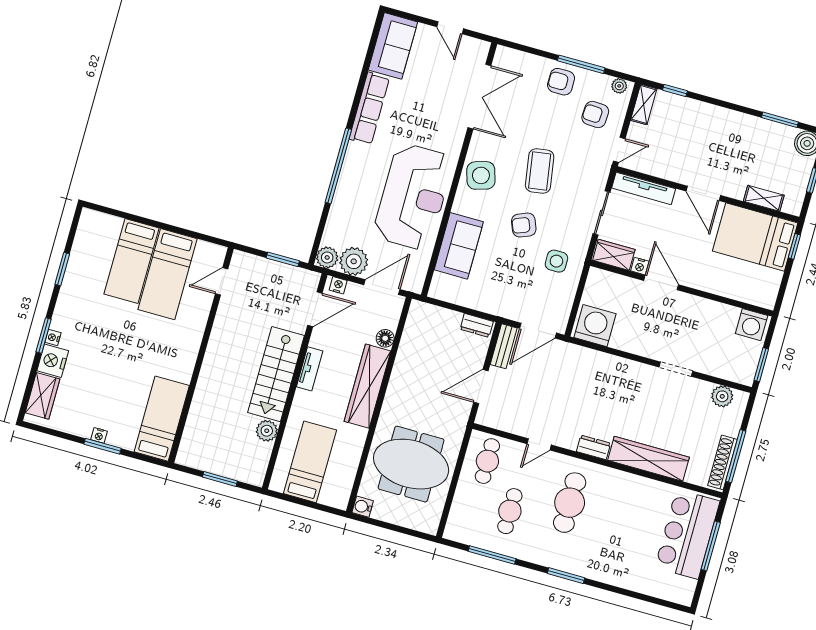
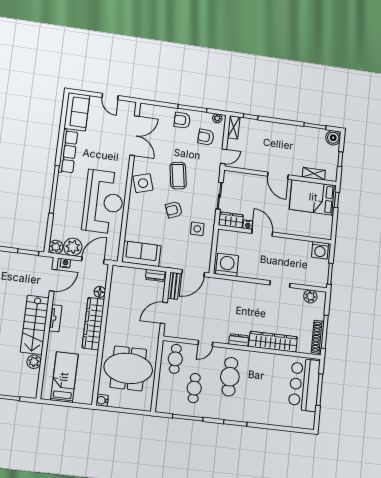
tv unit: (644, 188) -> (242, 178), removed
sofa: (459, 246) -> (141, 254), moved, turned -90

